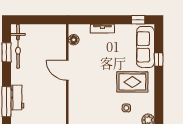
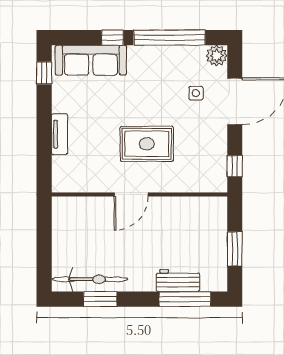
floor lamp: (74, 40) -> (79, 184), removed
rug: (132, 82) -> (147, 144), moved, turned 90
window: (159, 93) -> (169, 38), added

